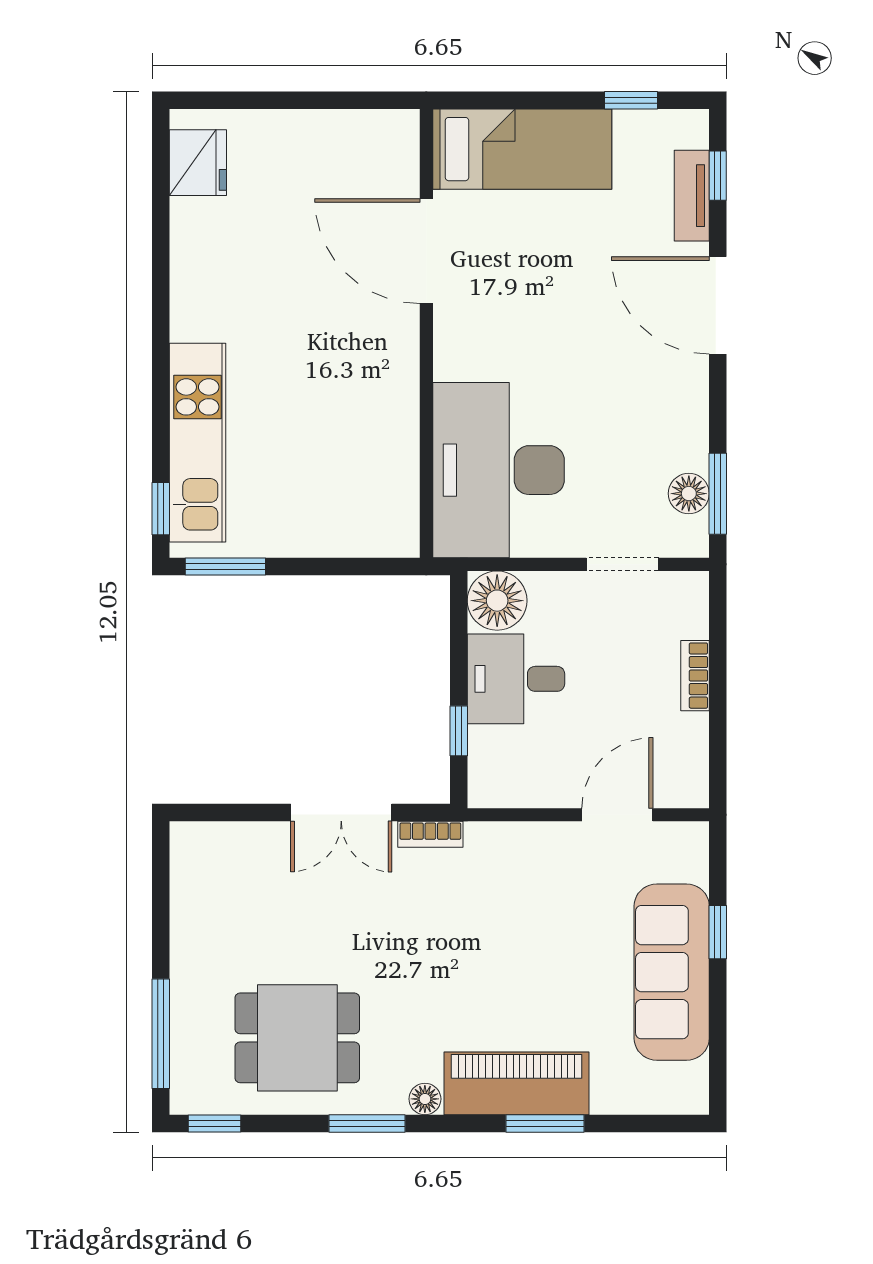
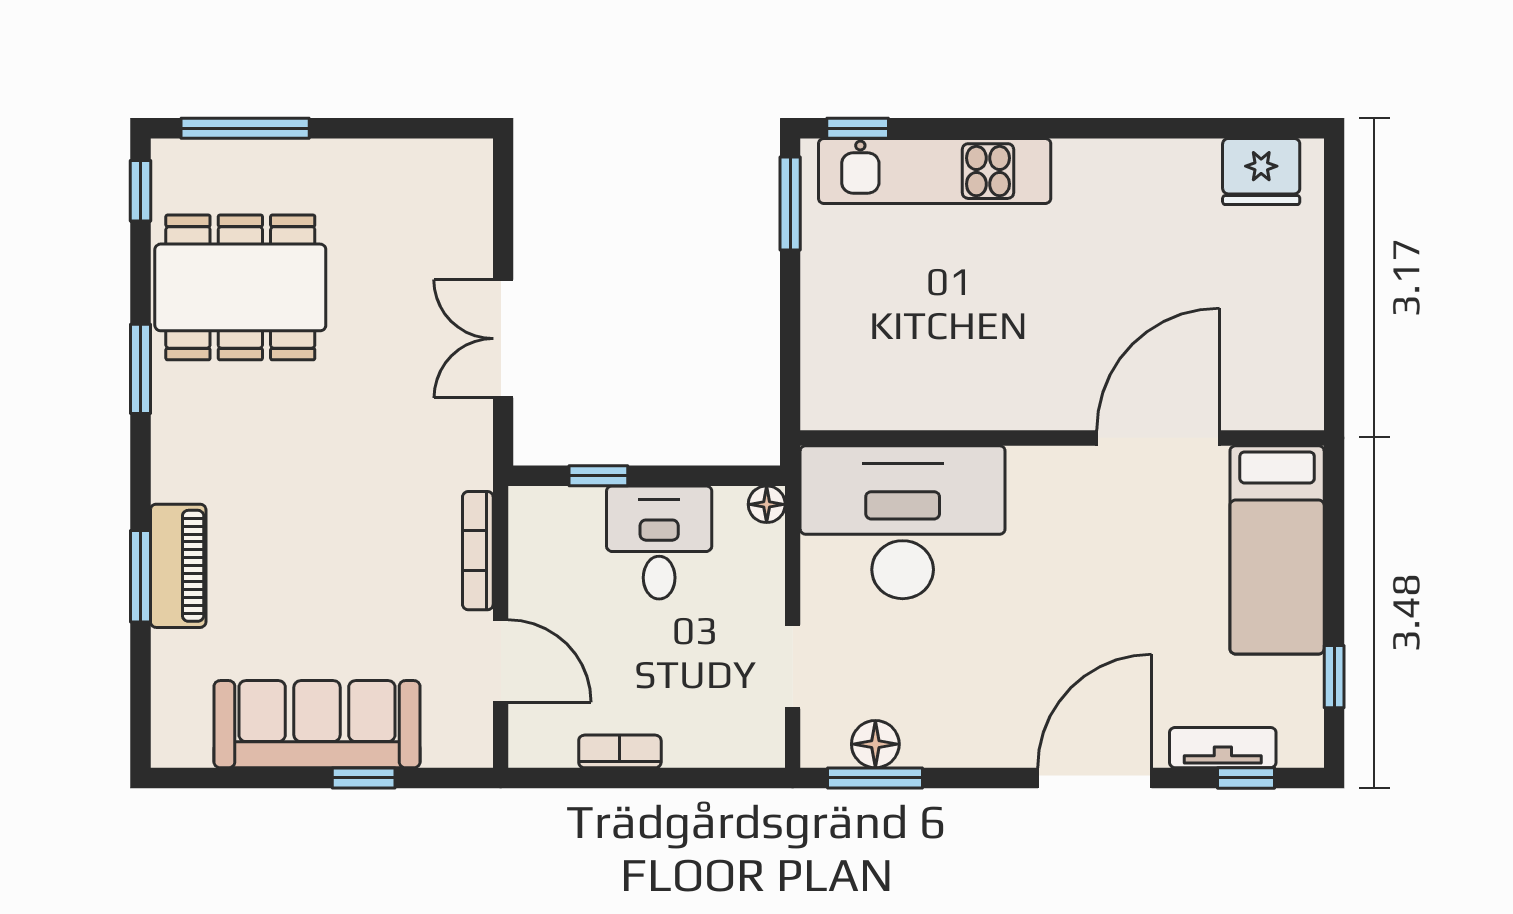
floor lamp: (497, 601) -> (767, 504), width x0.53, depth x0.53
bookcase: (695, 676) -> (620, 751), moved
bookcase: (430, 834) -> (478, 551), moved, width x1.56
dining table: (297, 1038) -> (240, 287), width x1.38
piano: (517, 1083) -> (178, 566), width x0.73, depth x0.75
floor lamp: (425, 1099) -> (169, 436), removed

